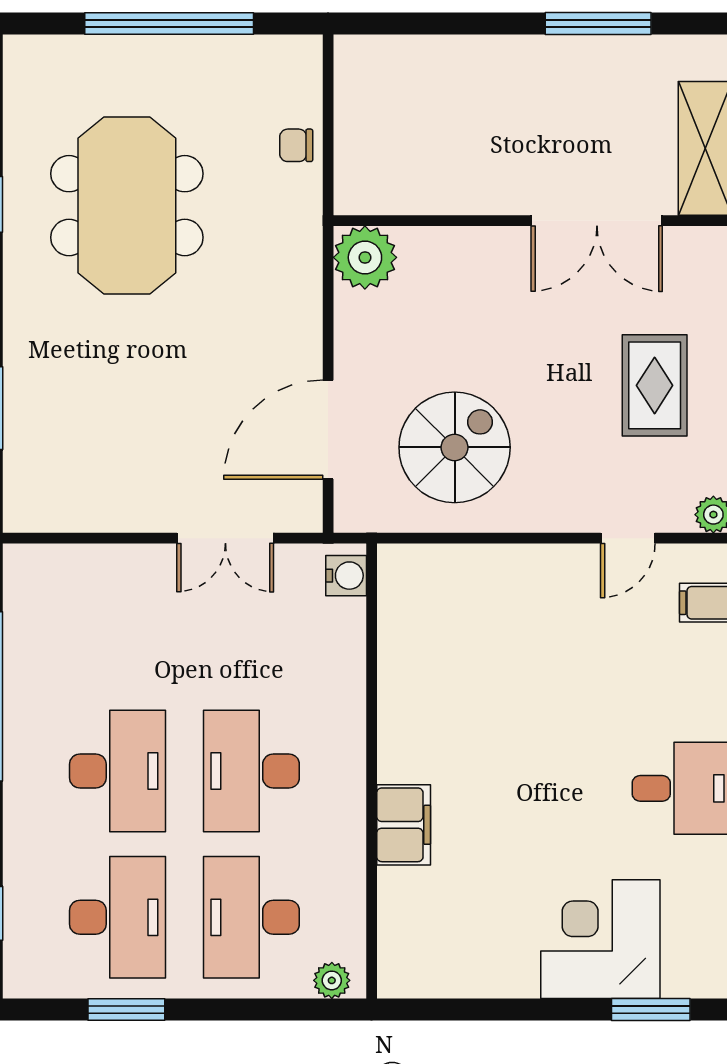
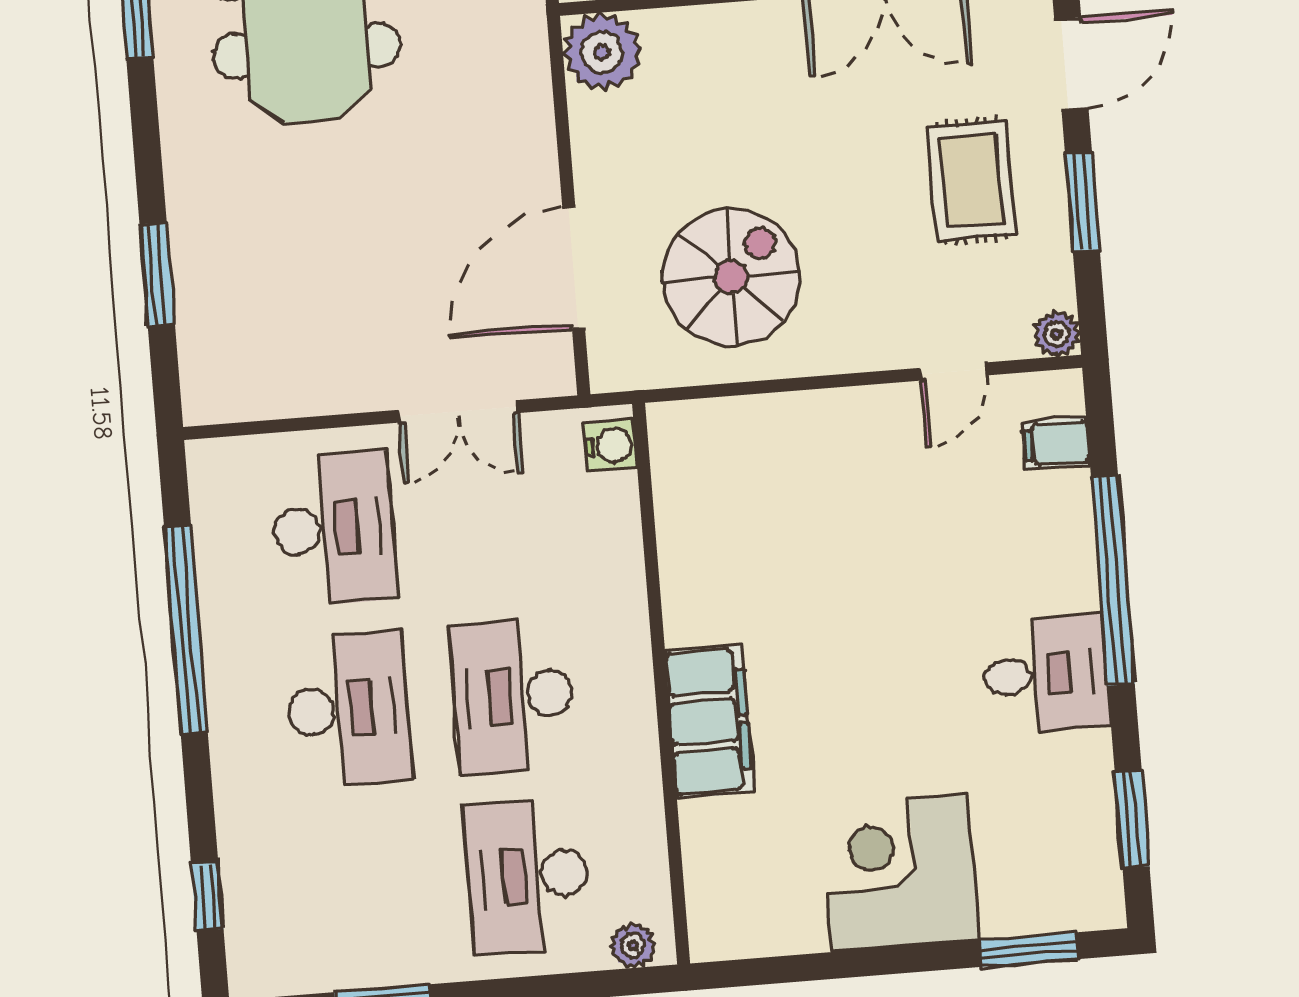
filing cabinet: (404, 825) -> (709, 722), width x1.50, depth x1.17
desk: (117, 917) -> (334, 529), moved
corner desk: (600, 939) -> (900, 873), moved

